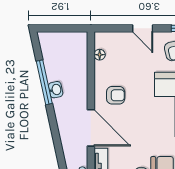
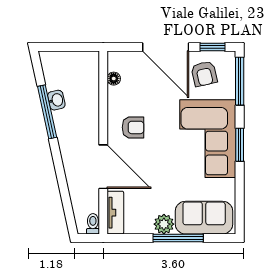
door: (143, 28) -> (166, 47), width x1.88
washbasin: (56, 90) -> (56, 100), moved

